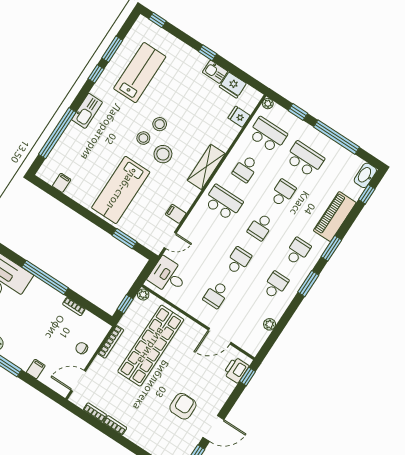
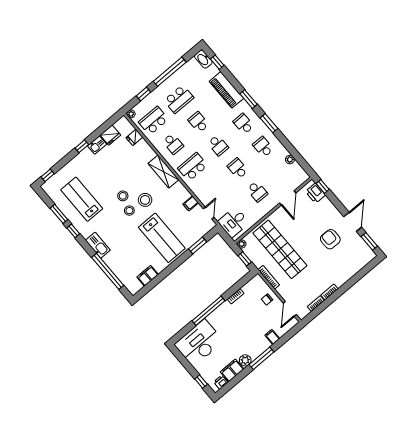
school desk: (305, 159) -> (179, 99), turned 180
filing cabinet: (62, 183) -> (148, 276), width x2.00

